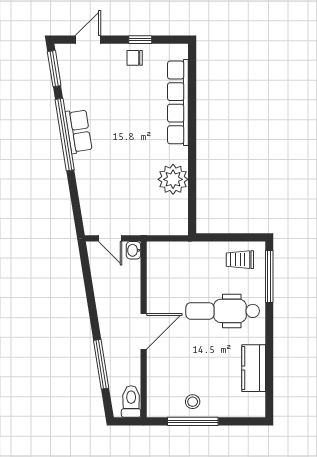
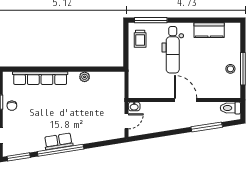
plant: (173, 179) -> (85, 77), width x0.53, depth x0.53

